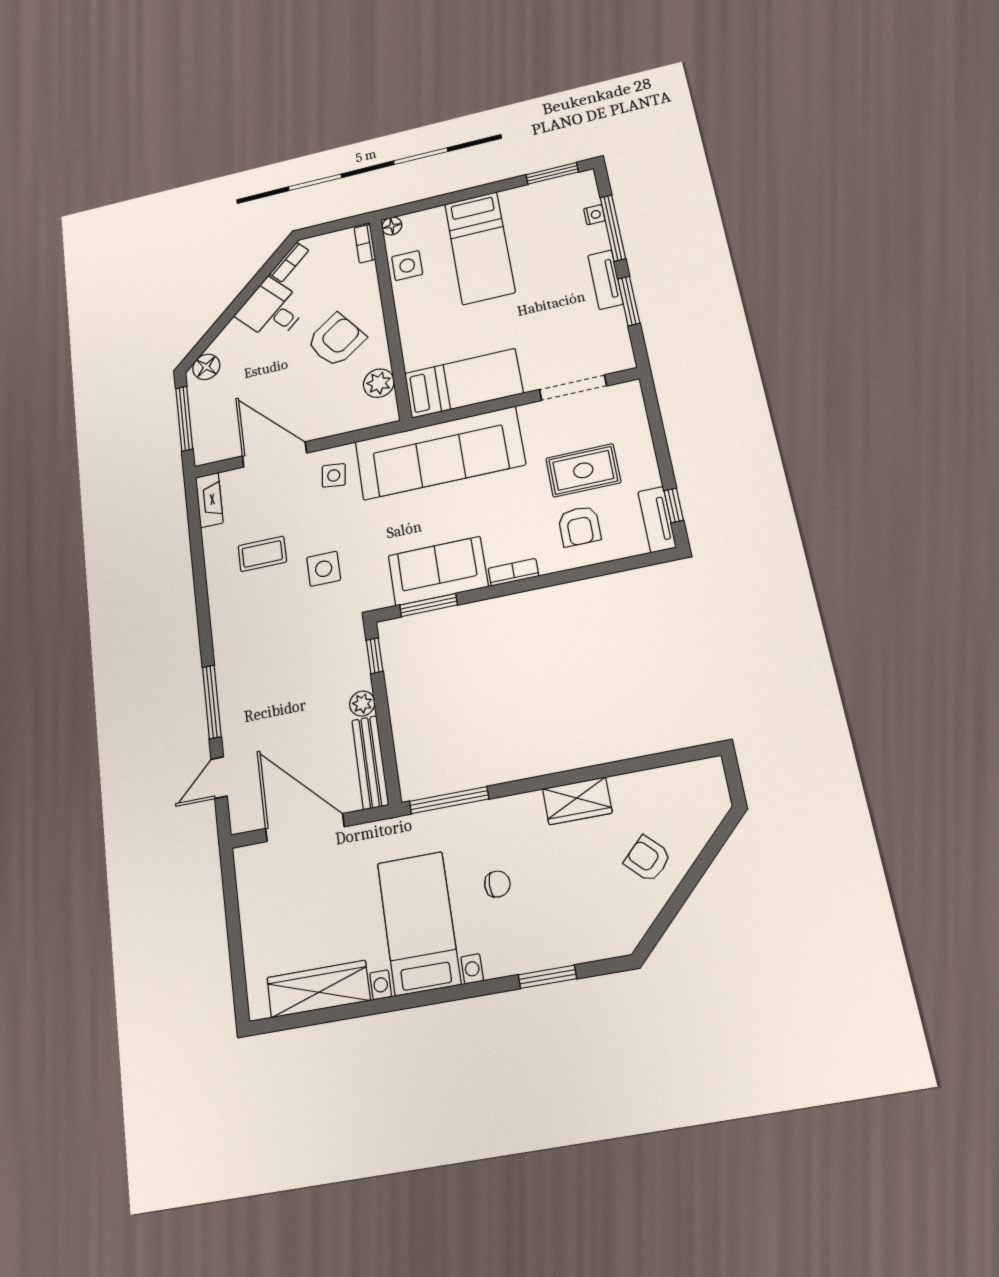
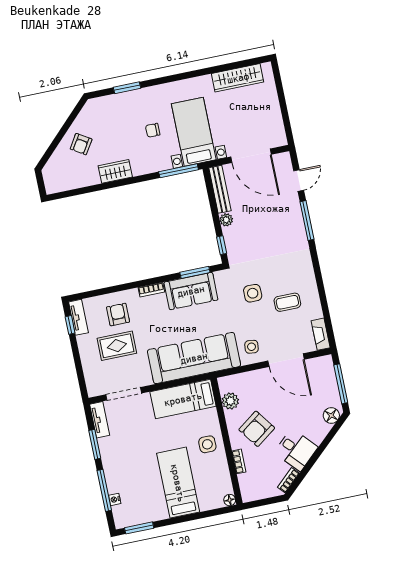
bookcase: (365, 244) -> (239, 461), moved
side table: (407, 266) -> (207, 444), moved
tv unit: (605, 280) -> (100, 420), moved
armchair: (648, 859) -> (81, 144), turned 77
bed with nightstands: (419, 923) -> (194, 132), moved, turned 180

